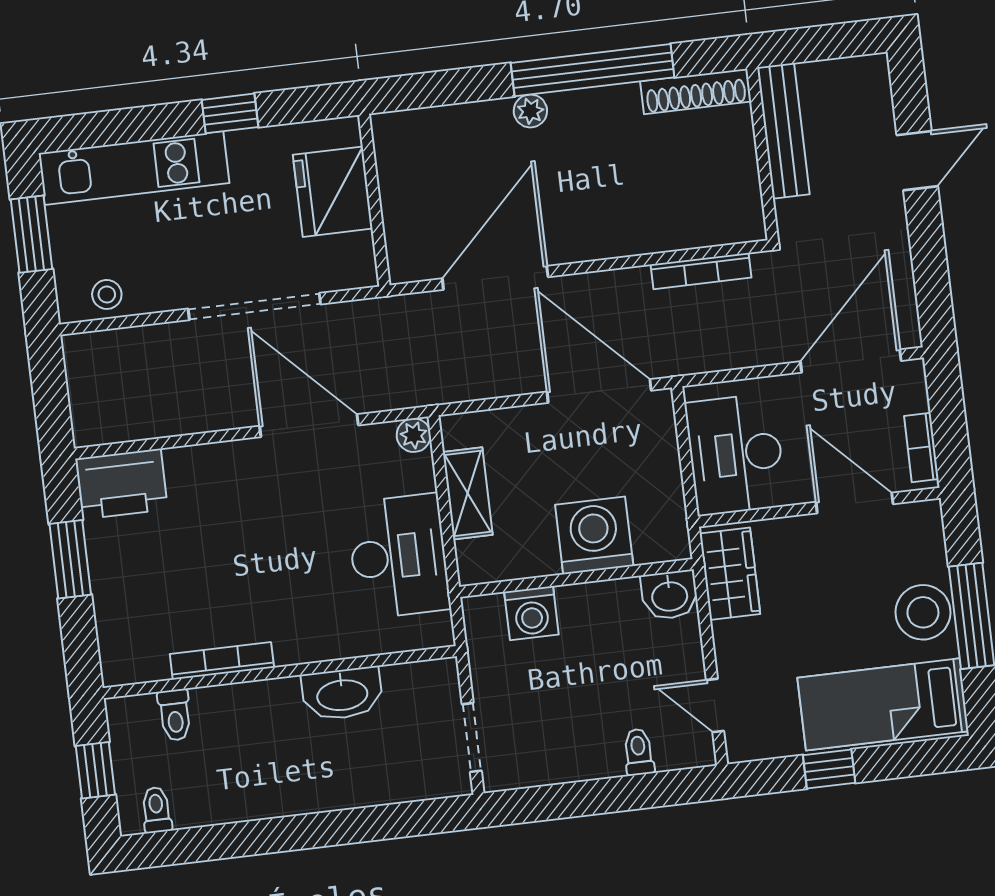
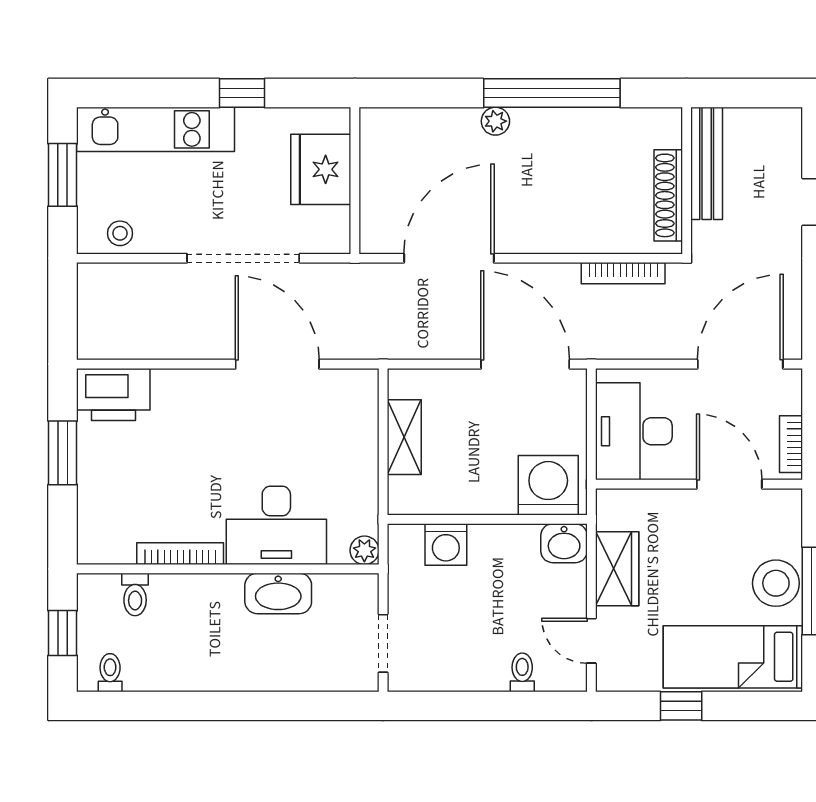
shoe rack: (696, 91) -> (668, 195), moved, turned 90
plant: (414, 435) -> (364, 550), moved
washing machine: (594, 535) -> (548, 485), moved
desk: (398, 556) -> (276, 525), moved, turned 90
wardrobe: (730, 574) -> (617, 569), moved

